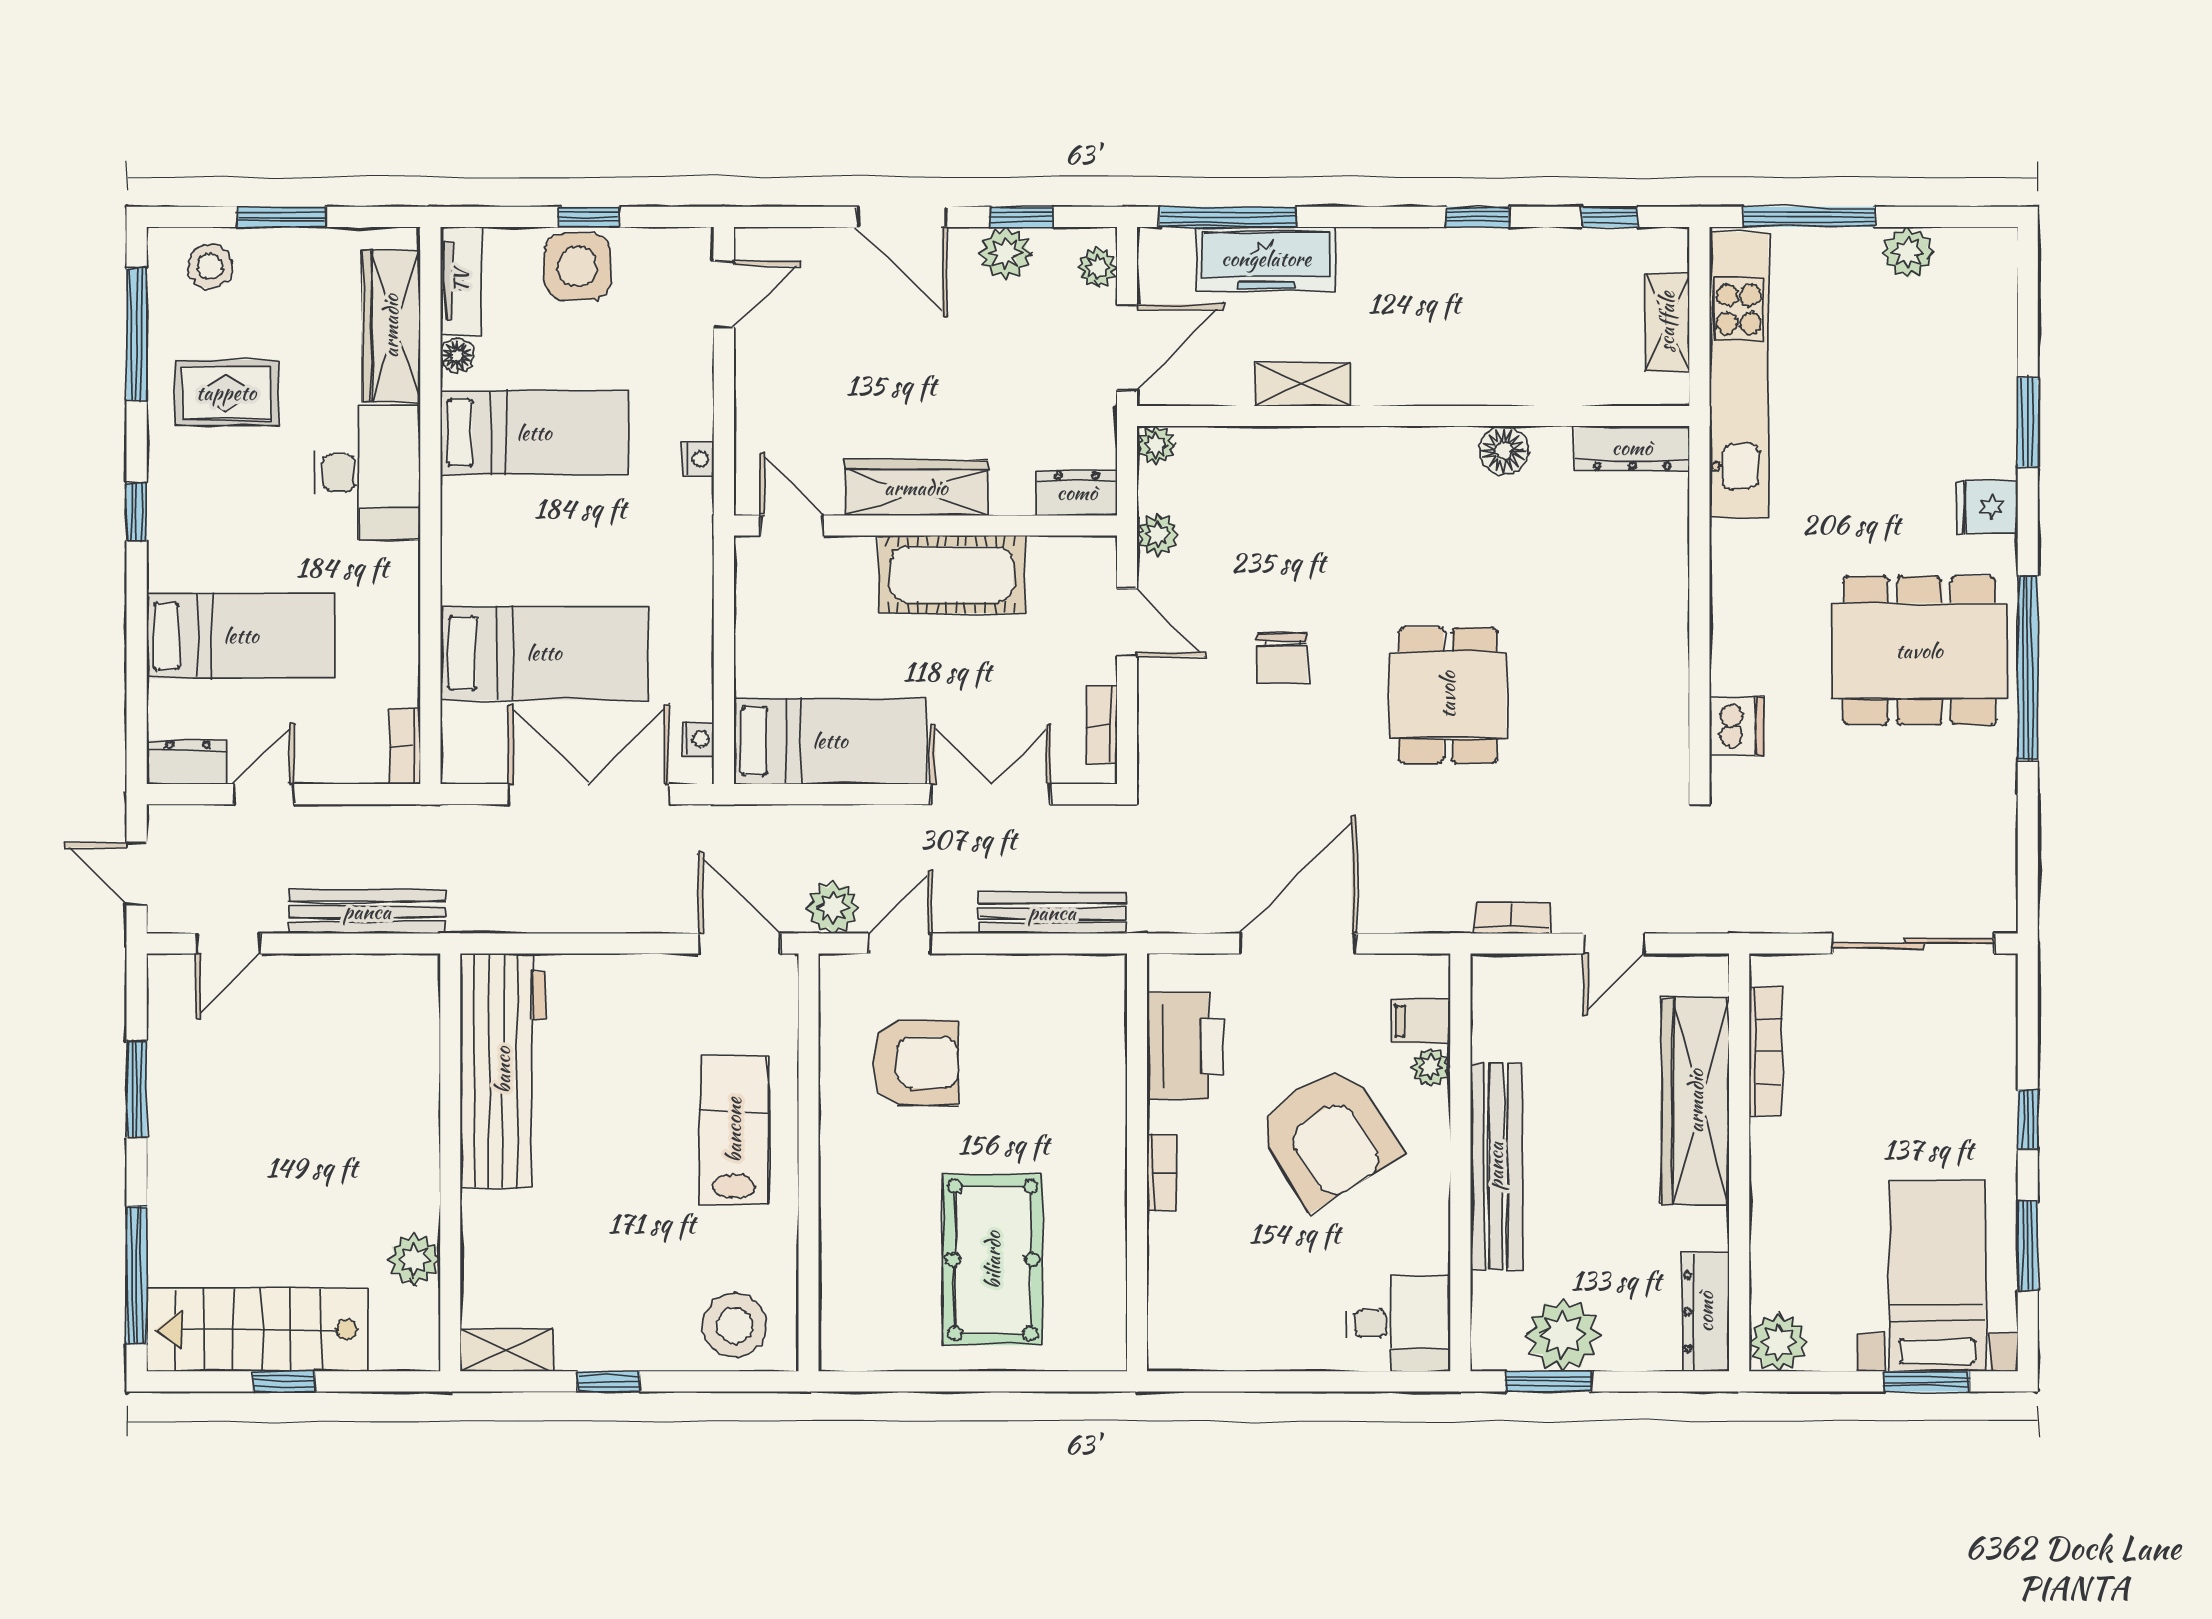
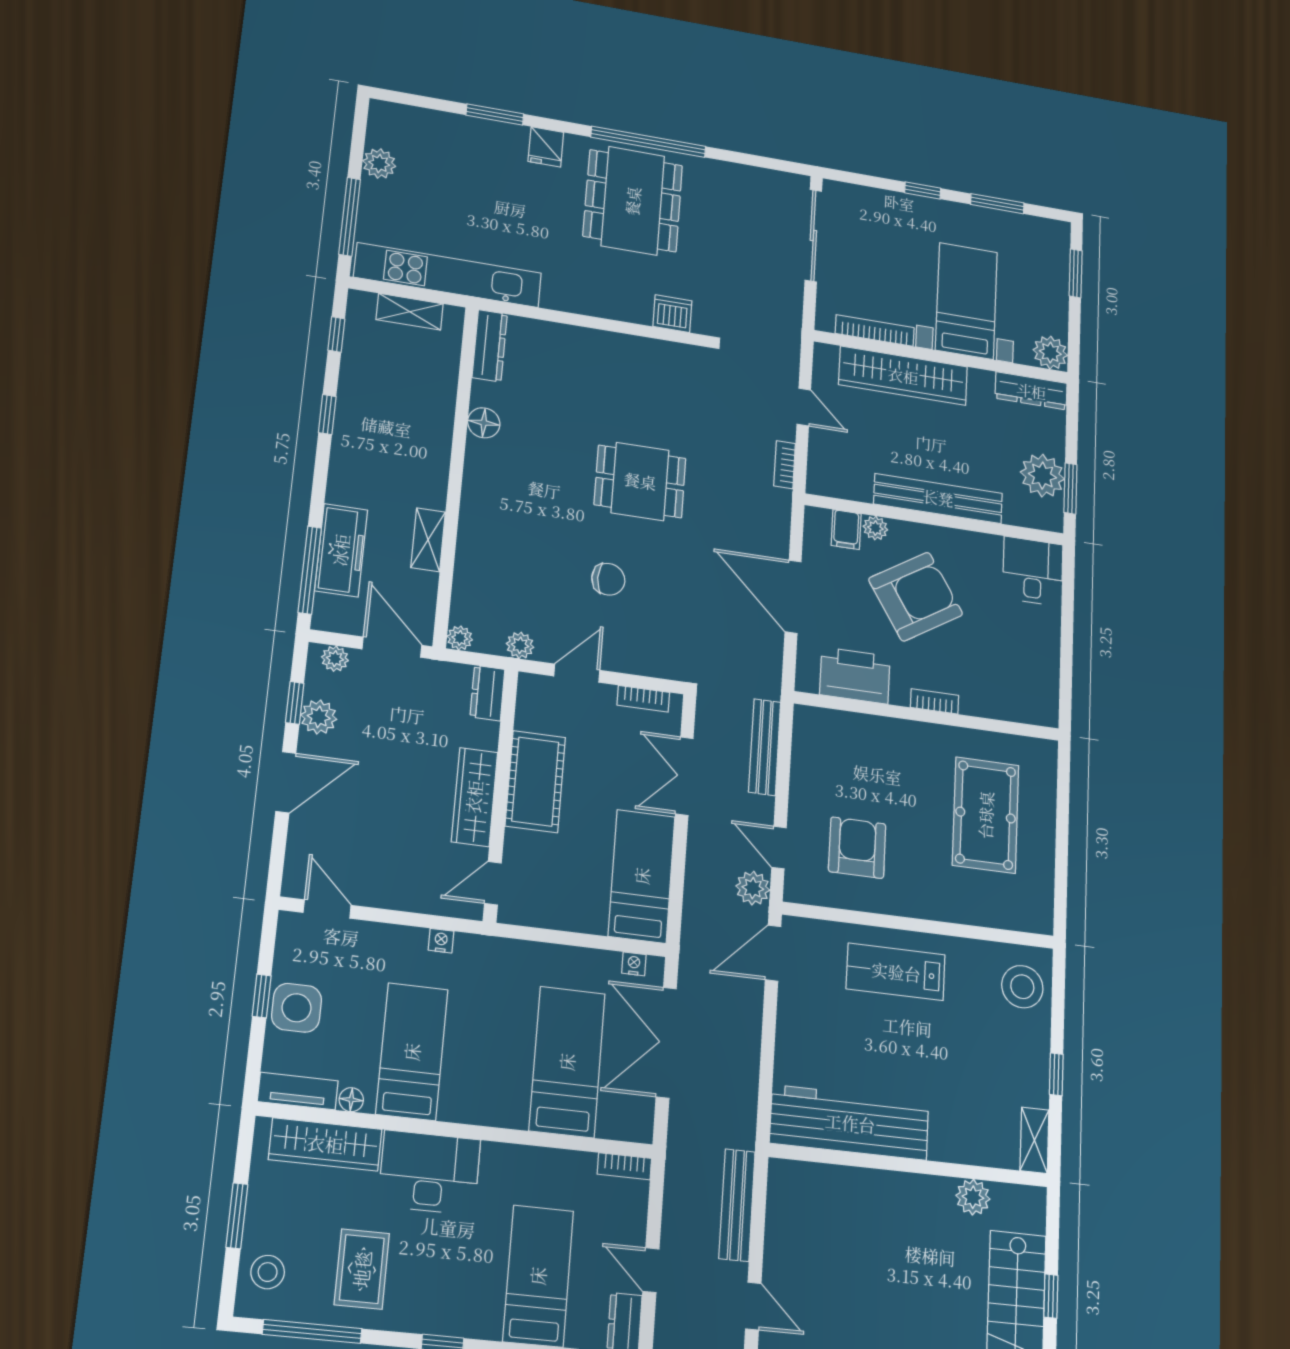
pool table: (993, 1260) -> (986, 815), turned 90
bed with nightstands: (1937, 1276) -> (966, 301), moved, turned 90

